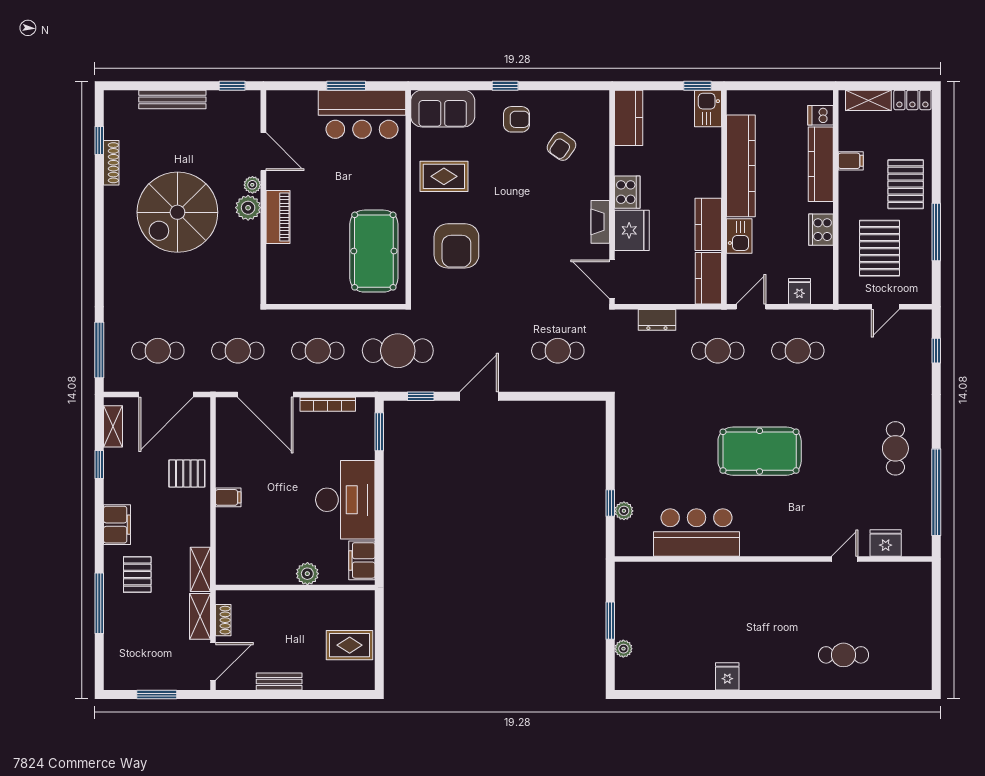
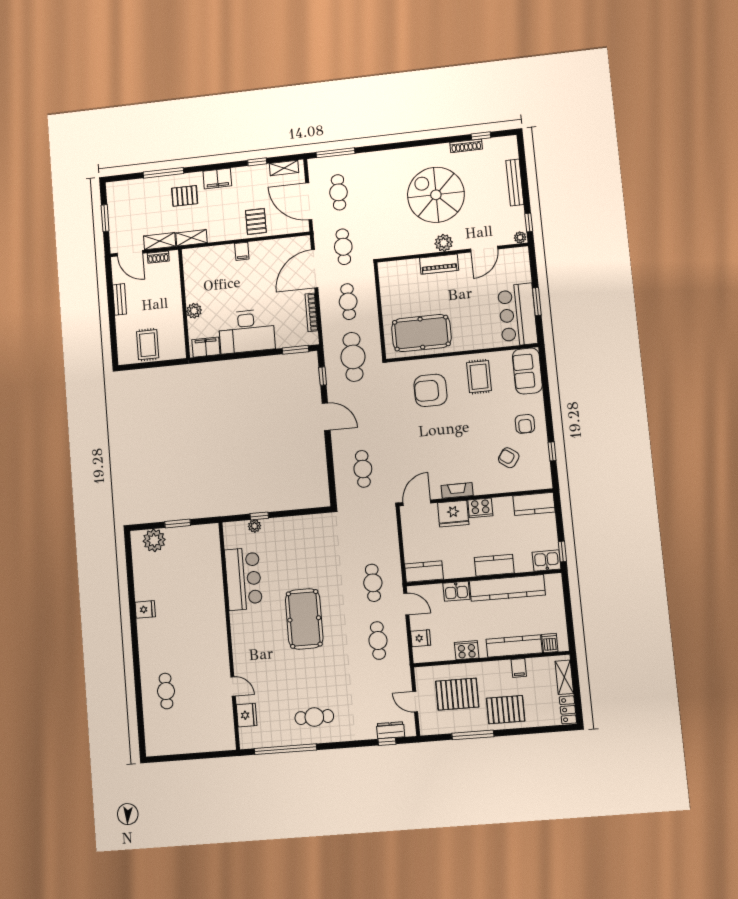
window: (505, 86) -> (552, 451), moved
plant: (252, 185) -> (520, 237), moved
kitchen counter: (708, 224) -> (494, 565), moved
dresser: (657, 320) -> (391, 730), moved, turned 90
plant: (623, 649) -> (154, 540), width x1.88, depth x1.88

